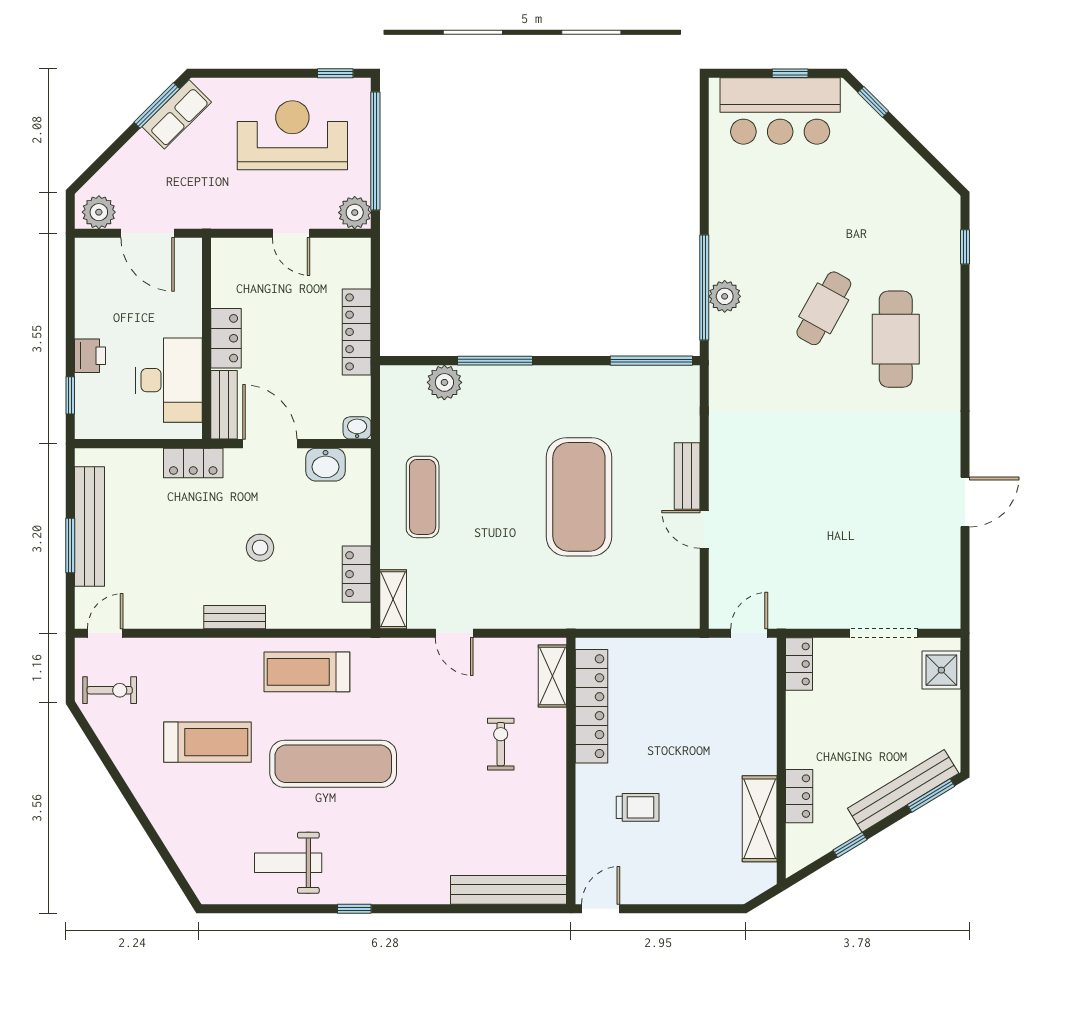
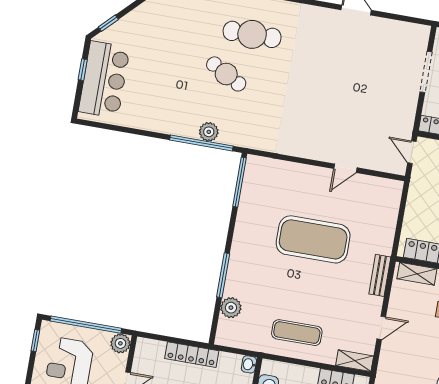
bench: (687, 476) -> (380, 275), moved, turned 90

